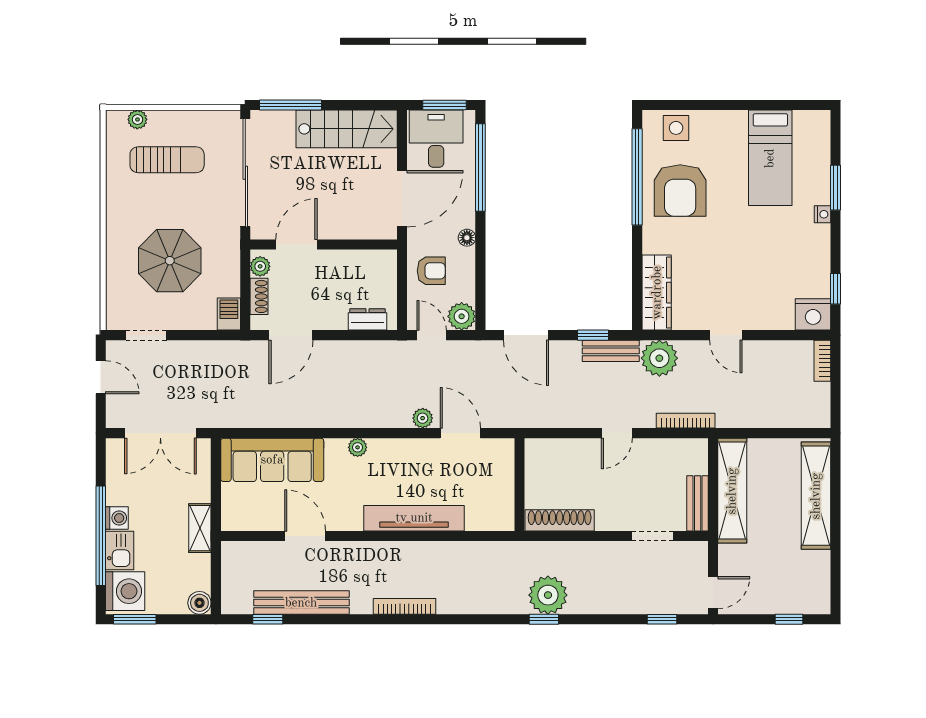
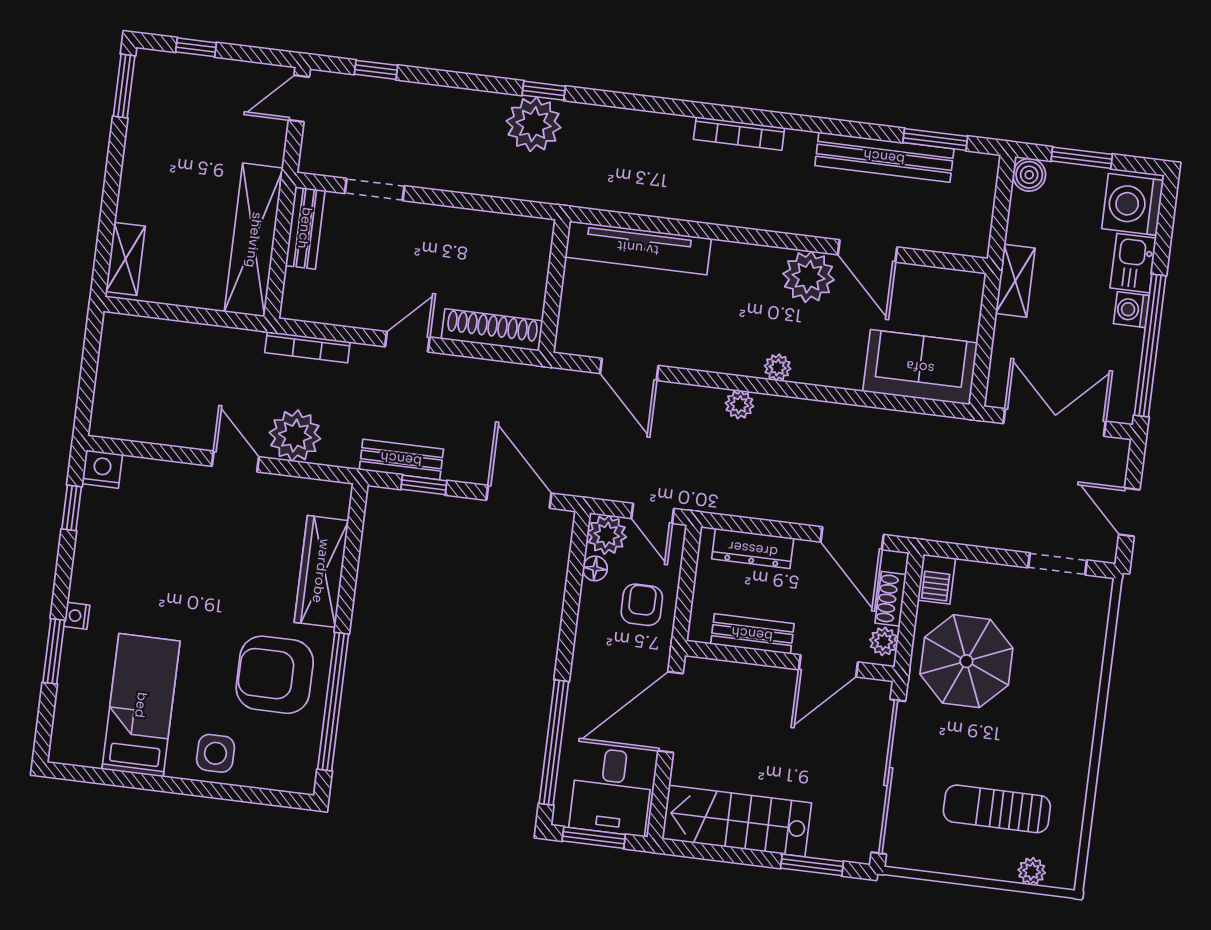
window: (291, 105) -> (812, 865), width x0.69
side table: (676, 128) -> (216, 753), moved
armchair: (680, 190) -> (275, 675), turned -90
floor lamp: (467, 238) -> (595, 568), moved
bench: (352, 260) -> (752, 634), added
parasol: (170, 261) -> (966, 661), moved
armchair: (431, 271) -> (642, 605), turned 90
wardrobe: (657, 293) -> (321, 571), moved
nightstand: (813, 314) -> (102, 469), width x0.74, depth x0.75
dresser: (367, 319) -> (753, 549), width x1.44
door: (291, 335) -> (852, 538), swing flipped
plant: (659, 358) -> (295, 436), moved
bookcase: (822, 361) -> (103, 408), removed
plant: (423, 418) -> (739, 405), moved
sofa: (272, 460) -> (920, 367), width x0.73
shelving: (816, 496) -> (126, 259), width x0.45, depth x0.75
plant: (344, 513) -> (809, 277), added
tv unit: (414, 518) -> (638, 248), moved
shoe rack: (560, 520) -> (492, 330), moved, turned 180
window: (101, 536) -> (1150, 346), moved
window: (836, 586) -> (124, 86), added
window: (135, 619) -> (1082, 158), moved
window: (268, 619) -> (935, 139), width x1.50

